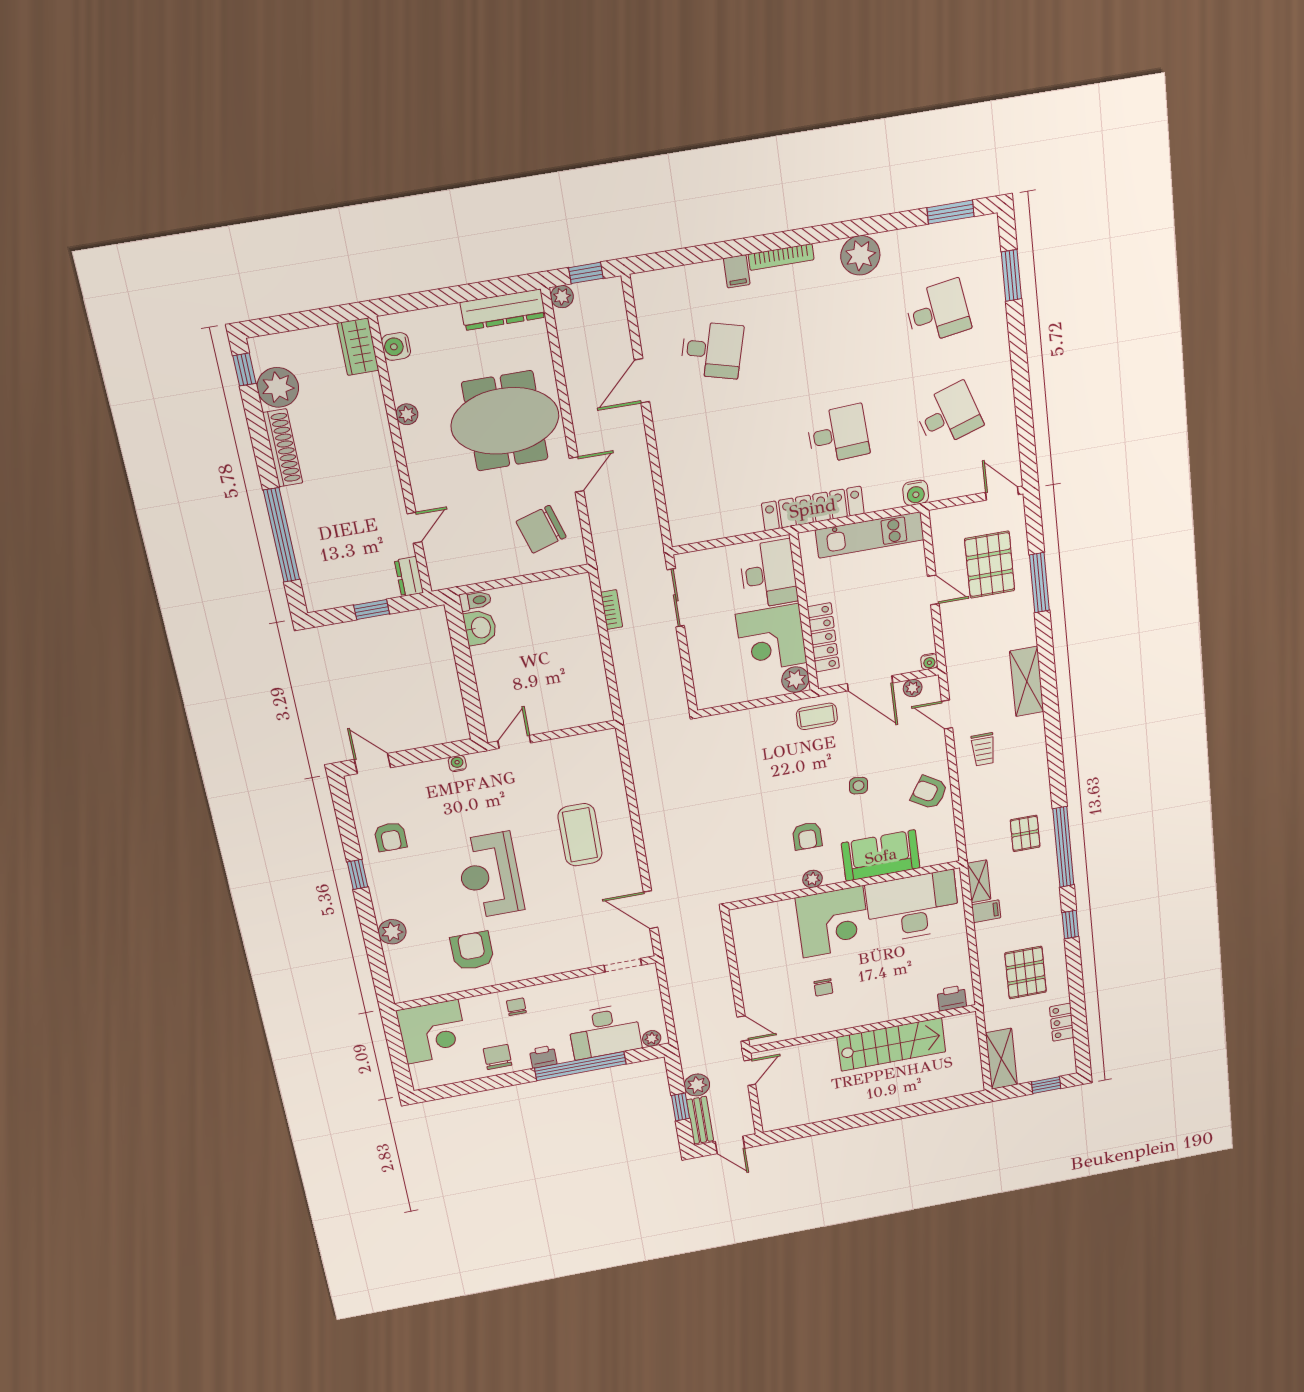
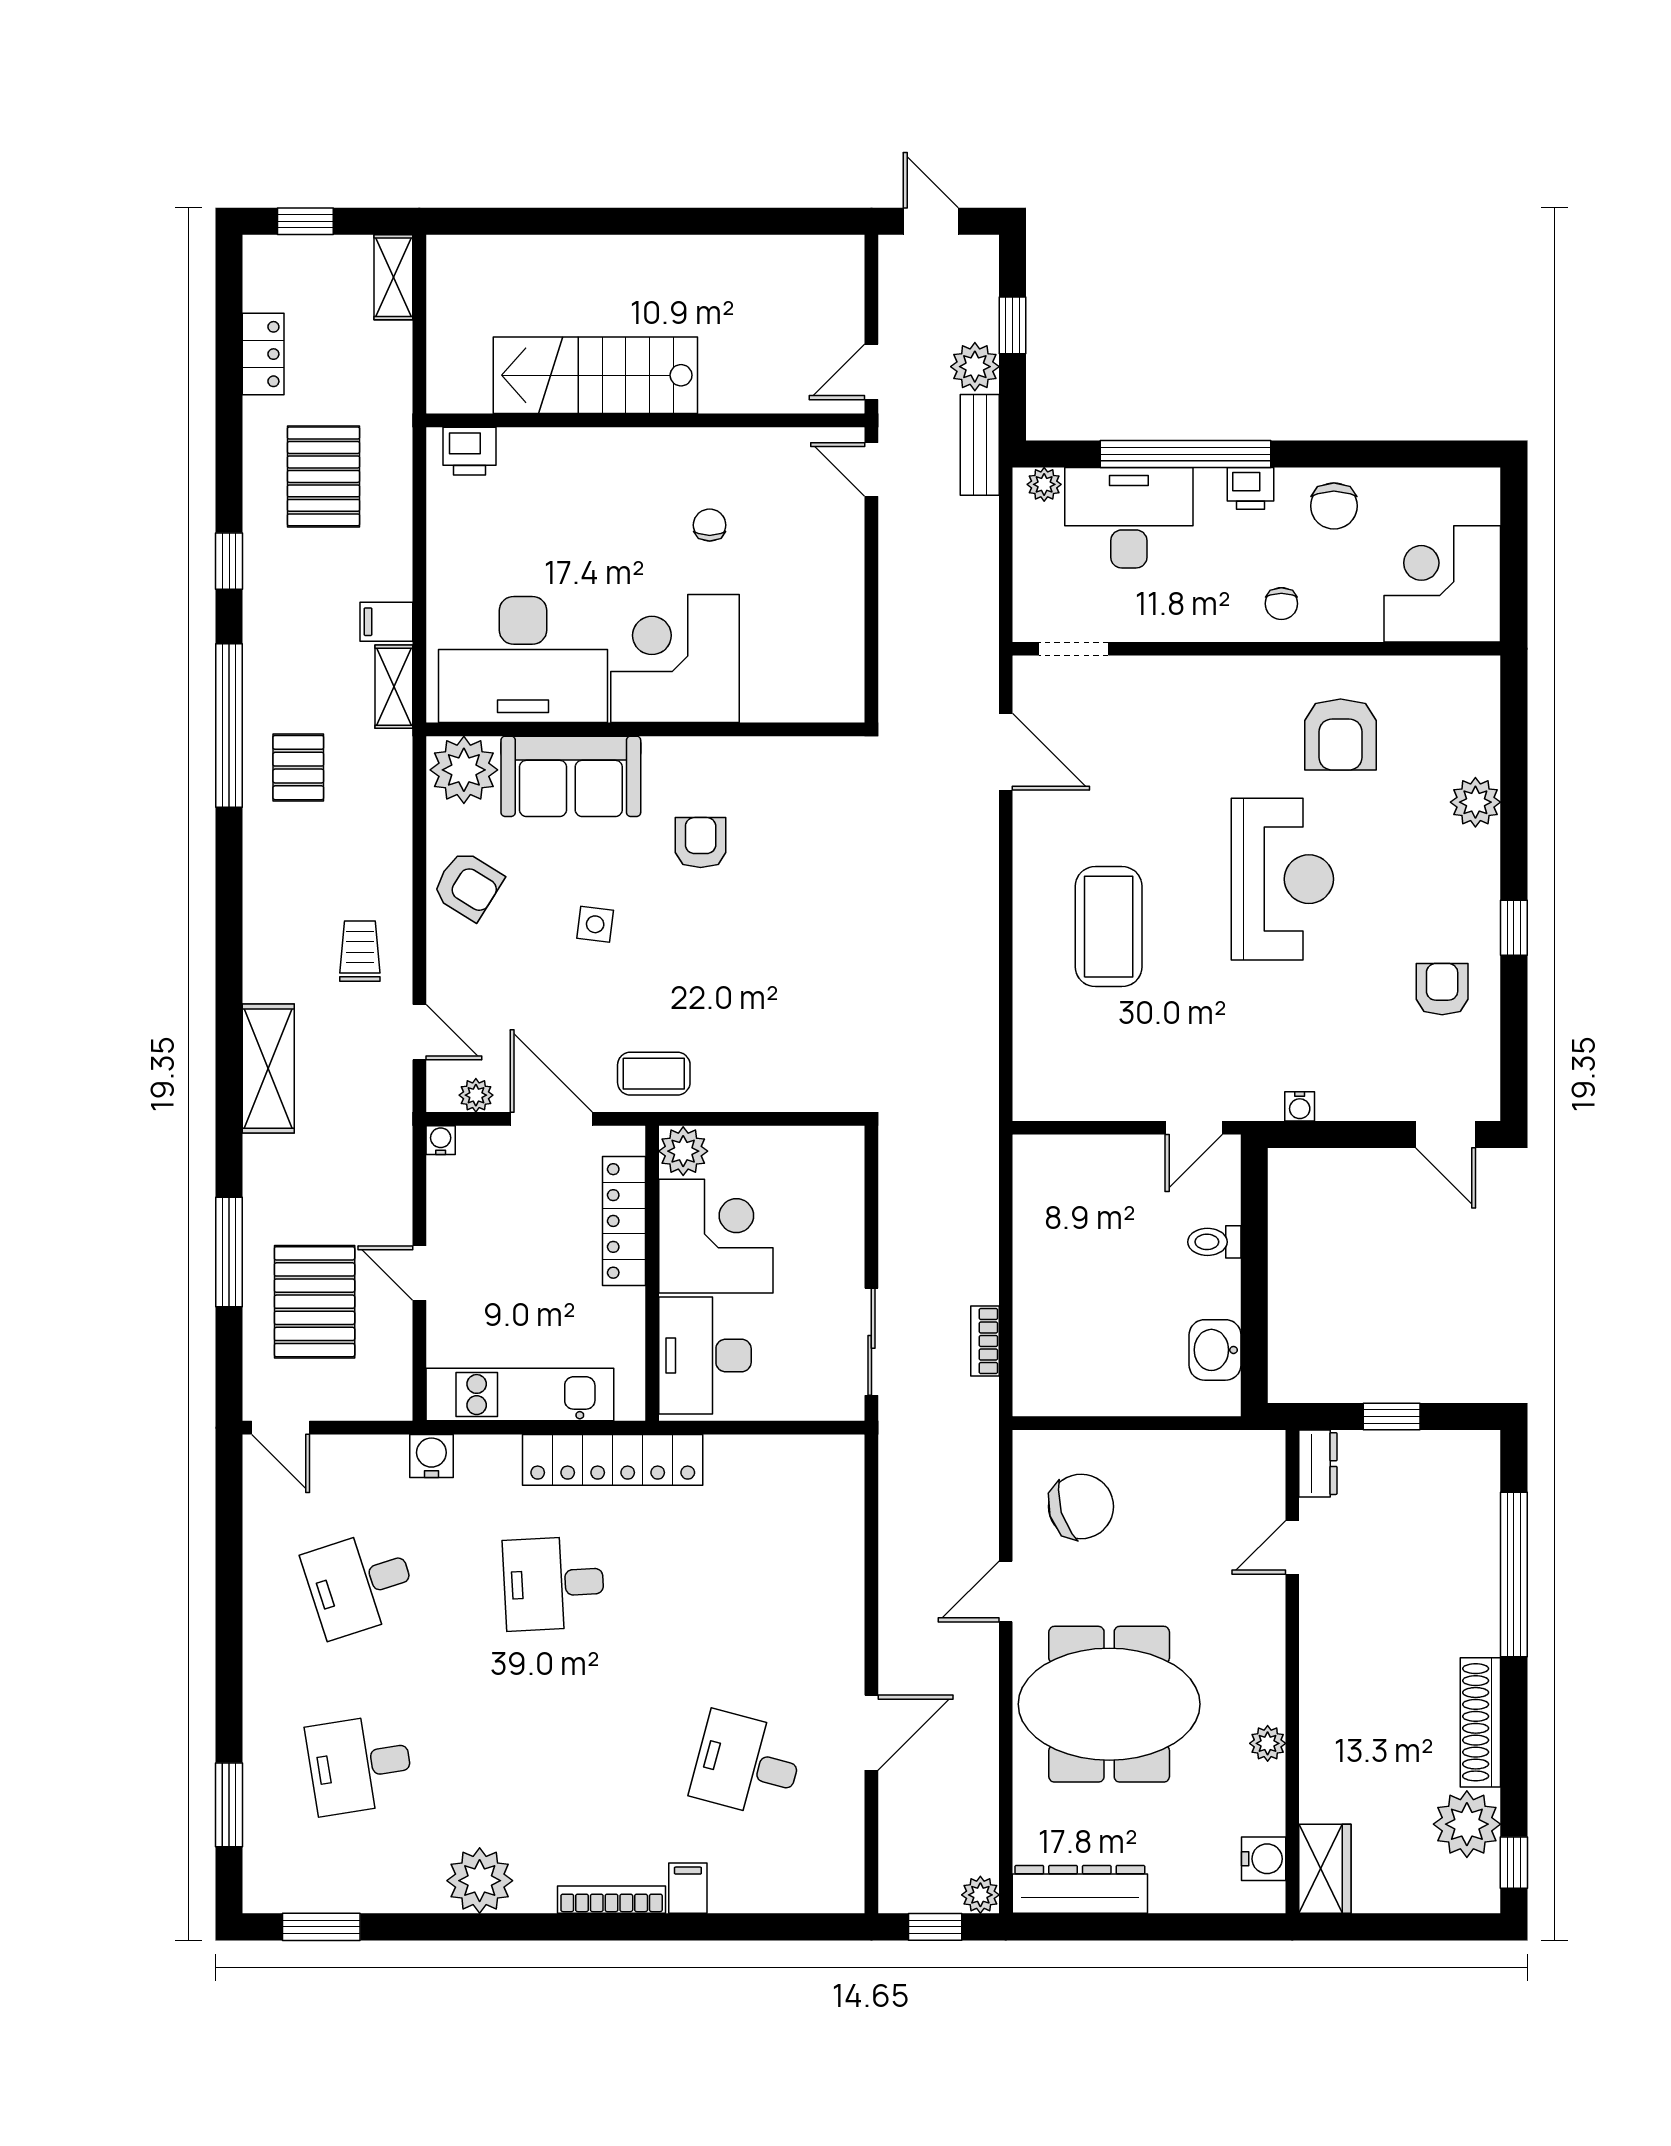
toilet: (475, 601) -> (1214, 1242), moved
plant: (812, 879) -> (464, 770), moved, width x1.87, depth x1.87
shelving: (1001, 1059) -> (393, 277), width x0.67, depth x0.75
bench: (700, 1120) -> (980, 445), moved

